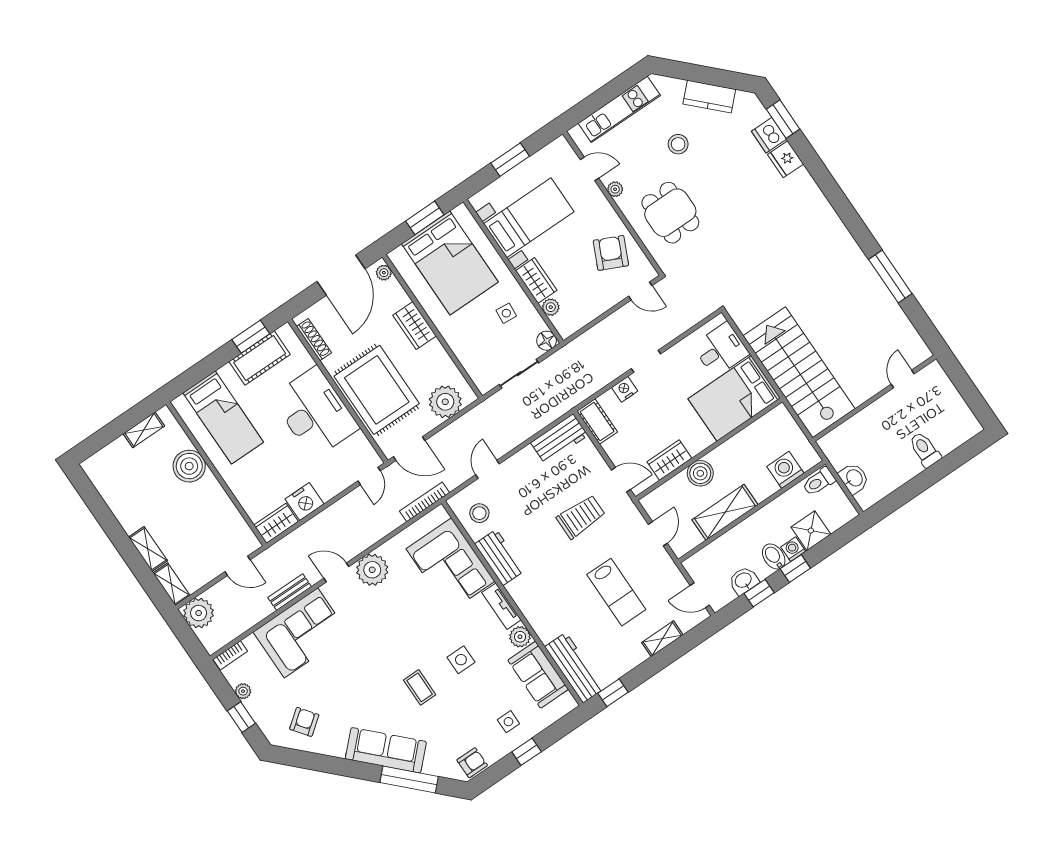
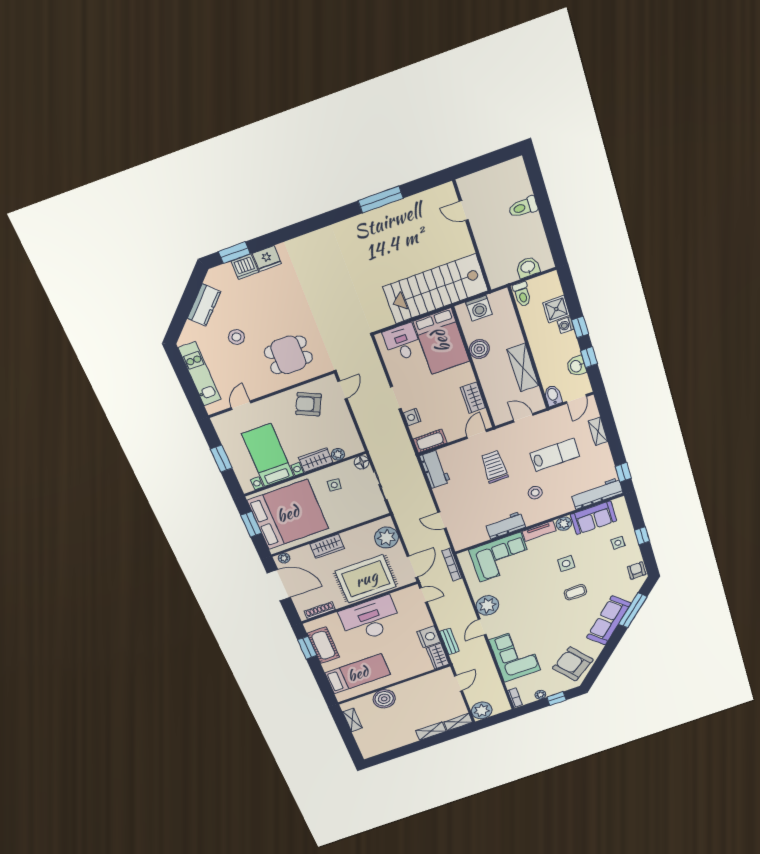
plant: (615, 189) -> (261, 391), removed
bed: (450, 263) -> (288, 514), width x1.36
washing machine: (785, 470) -> (479, 308), moved, turned -90
boiler: (700, 473) -> (479, 349), moved
stool: (479, 513) -> (535, 493), moved
bidet: (774, 557) -> (553, 396), moved, turned 90
bench: (290, 592) -> (449, 641), moved
armchair: (304, 722) -> (573, 664), width x1.88, depth x1.88

